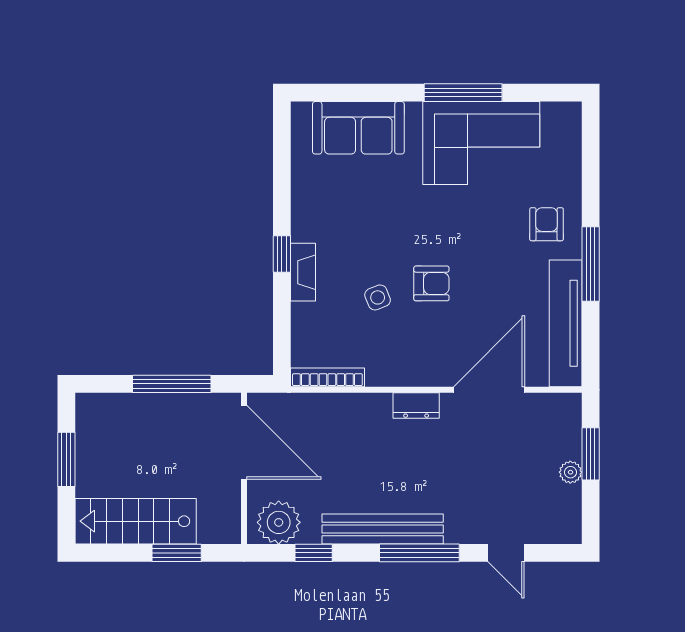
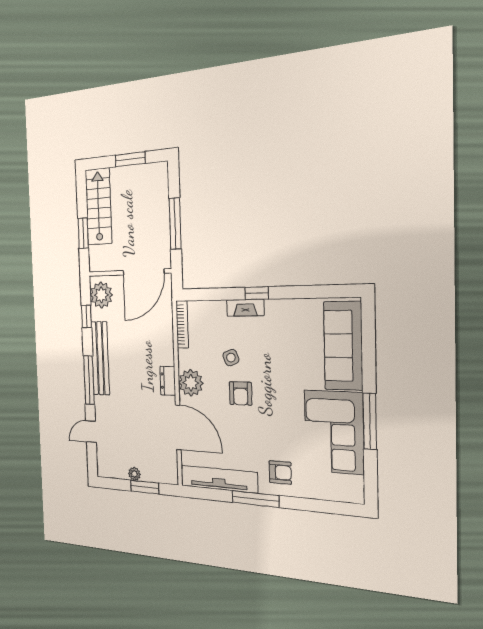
sofa: (358, 128) -> (343, 346), width x1.36
plant: (418, 366) -> (191, 383), added

